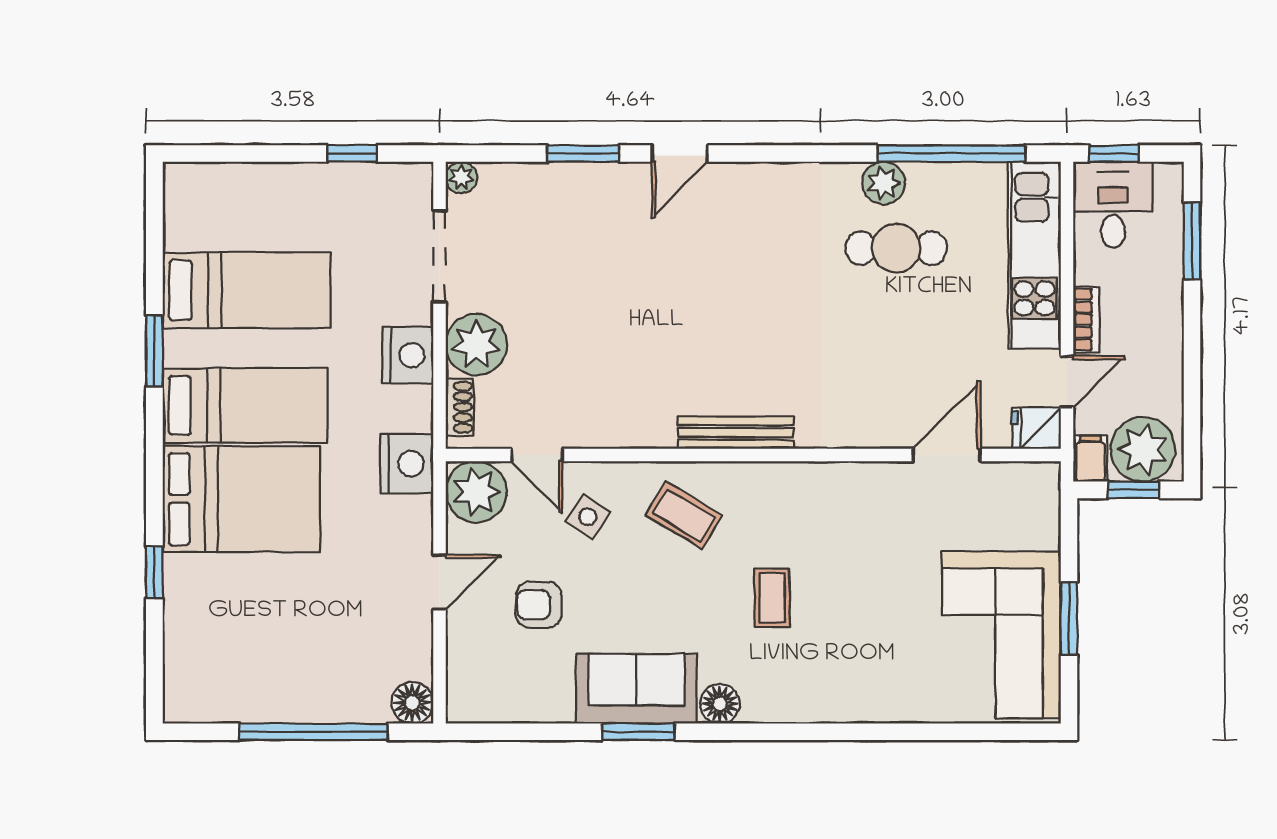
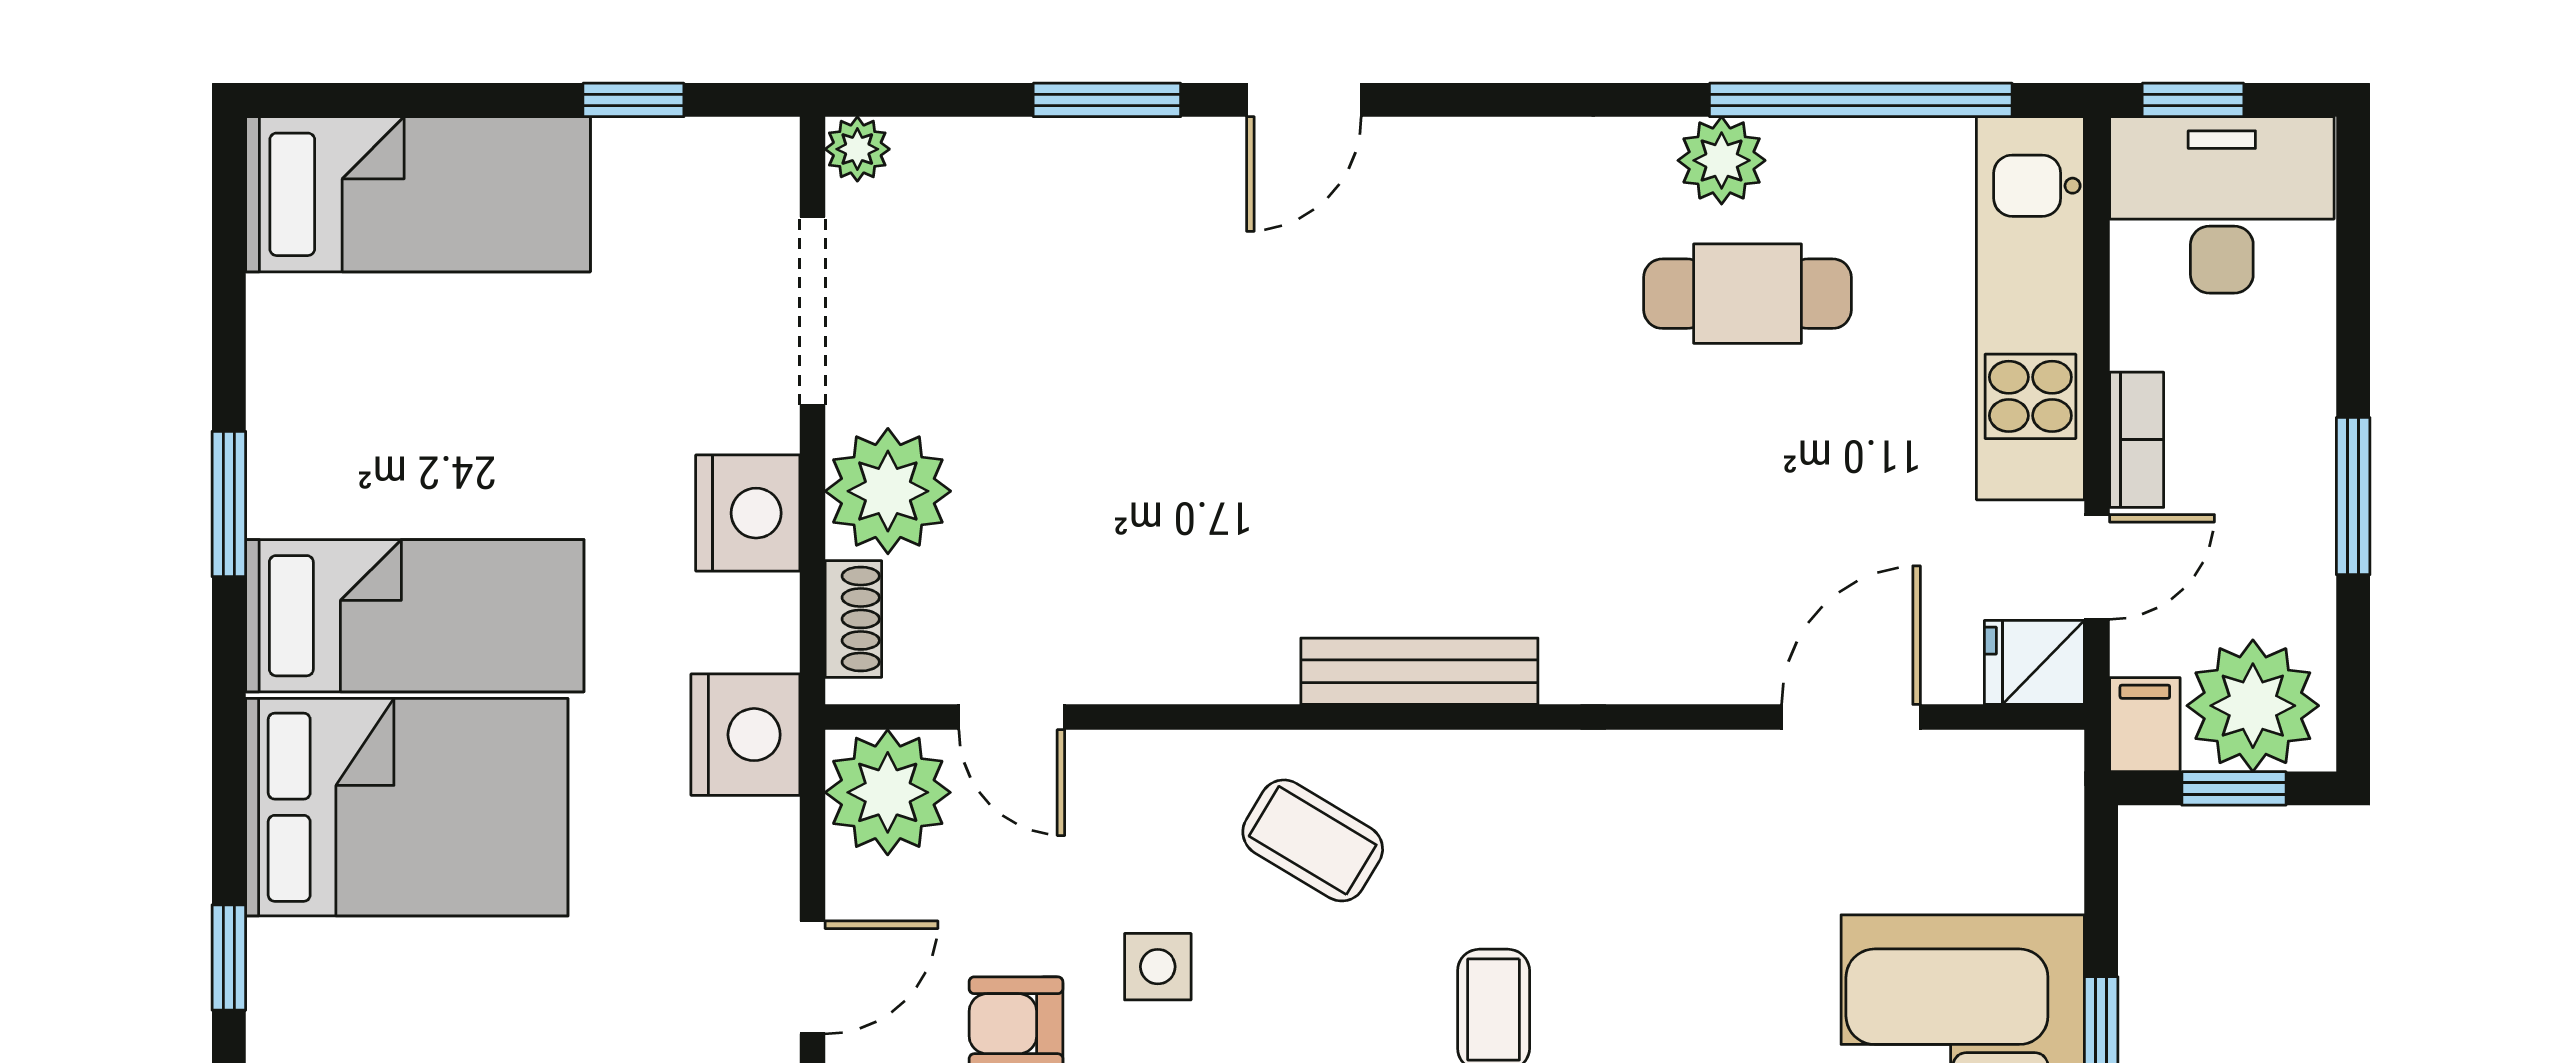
desk: (1113, 205) -> (2222, 205), width x1.37
window: (1192, 241) -> (2353, 496), moved
bed: (247, 290) -> (418, 194), moved
side table: (588, 517) -> (1158, 967), moved, turned -35

